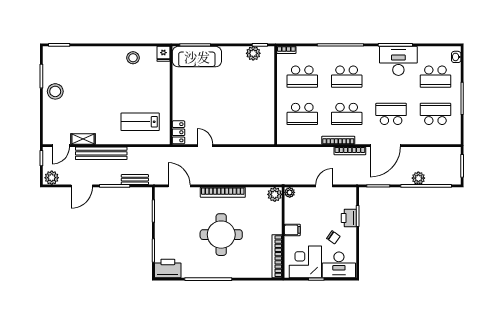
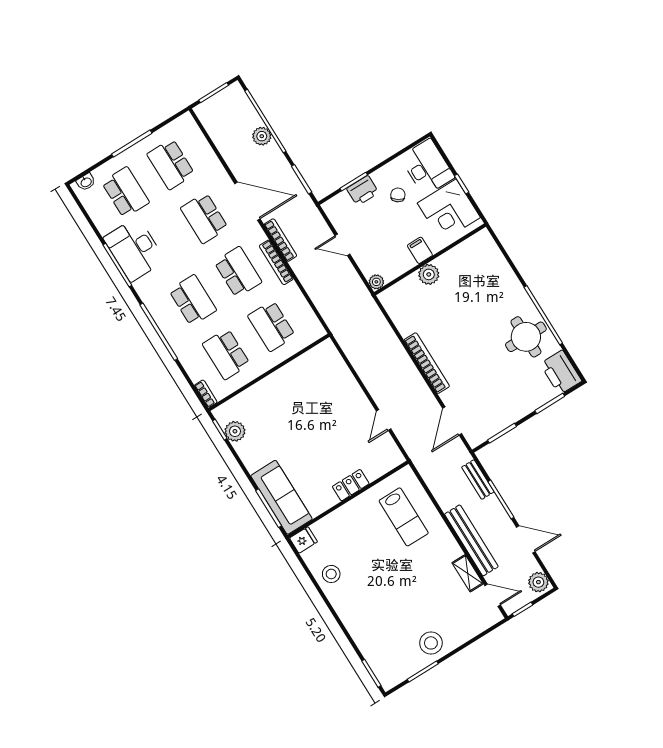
school desk: (302, 77) -> (226, 354), turned 180
school desk: (302, 114) -> (271, 326), turned 180
locker: (179, 132) -> (351, 485), moved
plant: (275, 194) -> (429, 274), moved
round table: (221, 235) -> (526, 337), moved, width x0.73, depth x0.73
bookcase: (277, 256) -> (463, 249), removed

